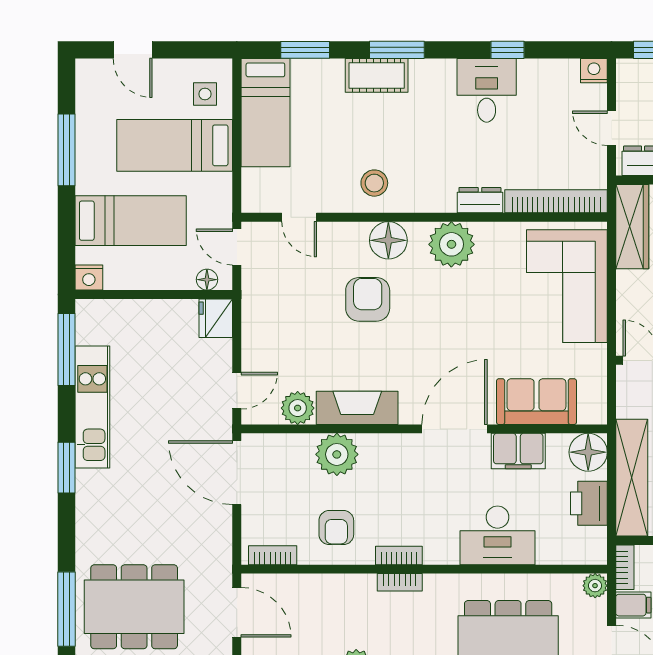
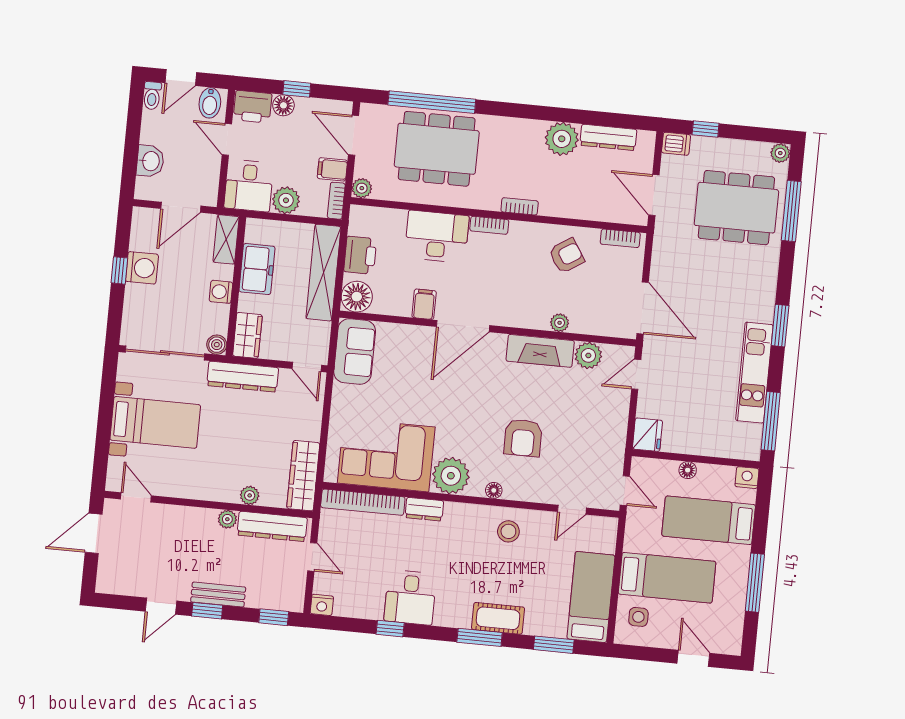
door: (299, 217) -> (572, 510), swing flipped
floor lamp: (388, 240) -> (494, 490), width x0.53, depth x0.53
floor lamp: (207, 280) -> (688, 470), moved
corner sofa: (567, 286) -> (386, 455), moved, turned -90
sofa: (536, 402) -> (355, 351), moved, turned -90
filing cabinet: (518, 451) -> (424, 304), width x0.50
plant: (337, 454) -> (560, 323), width x0.53, depth x0.53
armchair: (336, 528) -> (567, 256), turned 57
bookcase: (399, 556) -> (489, 225), moved

